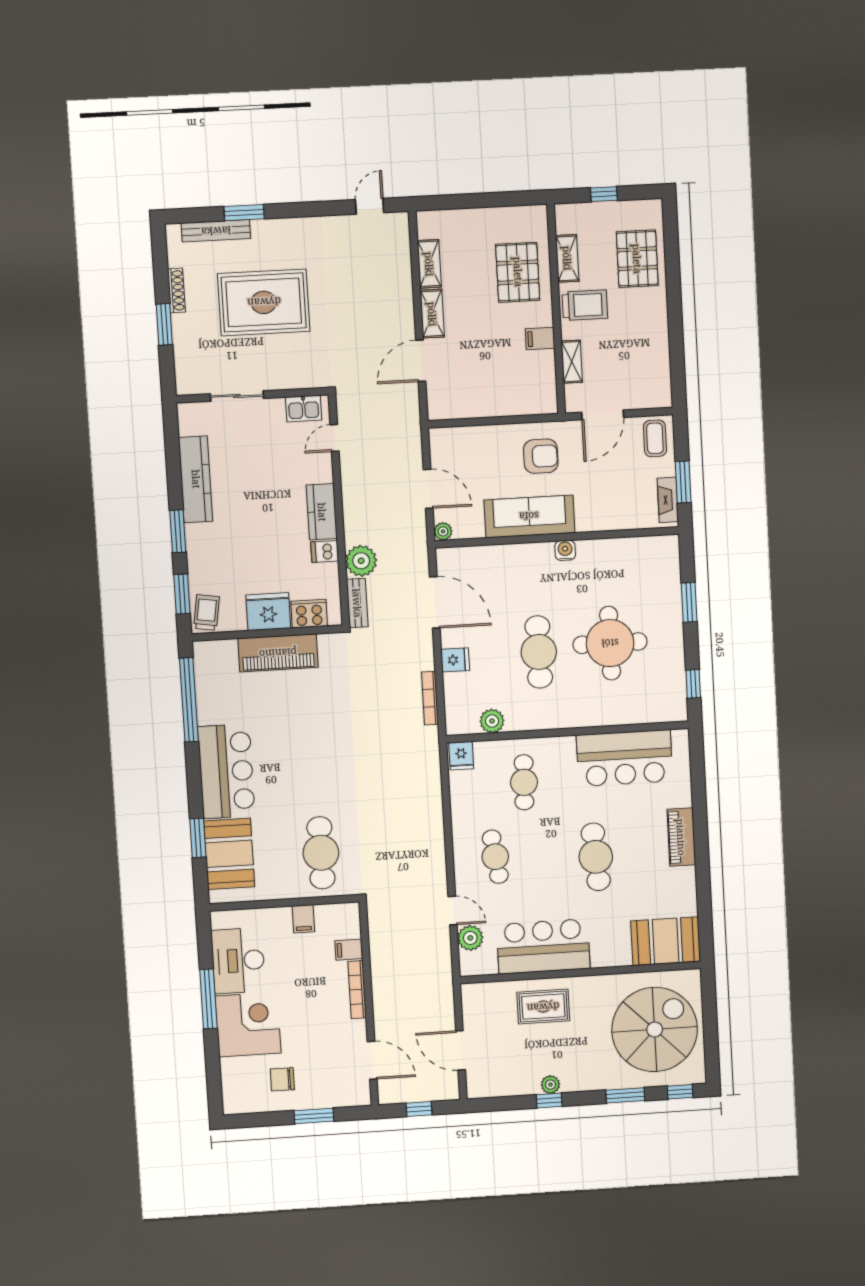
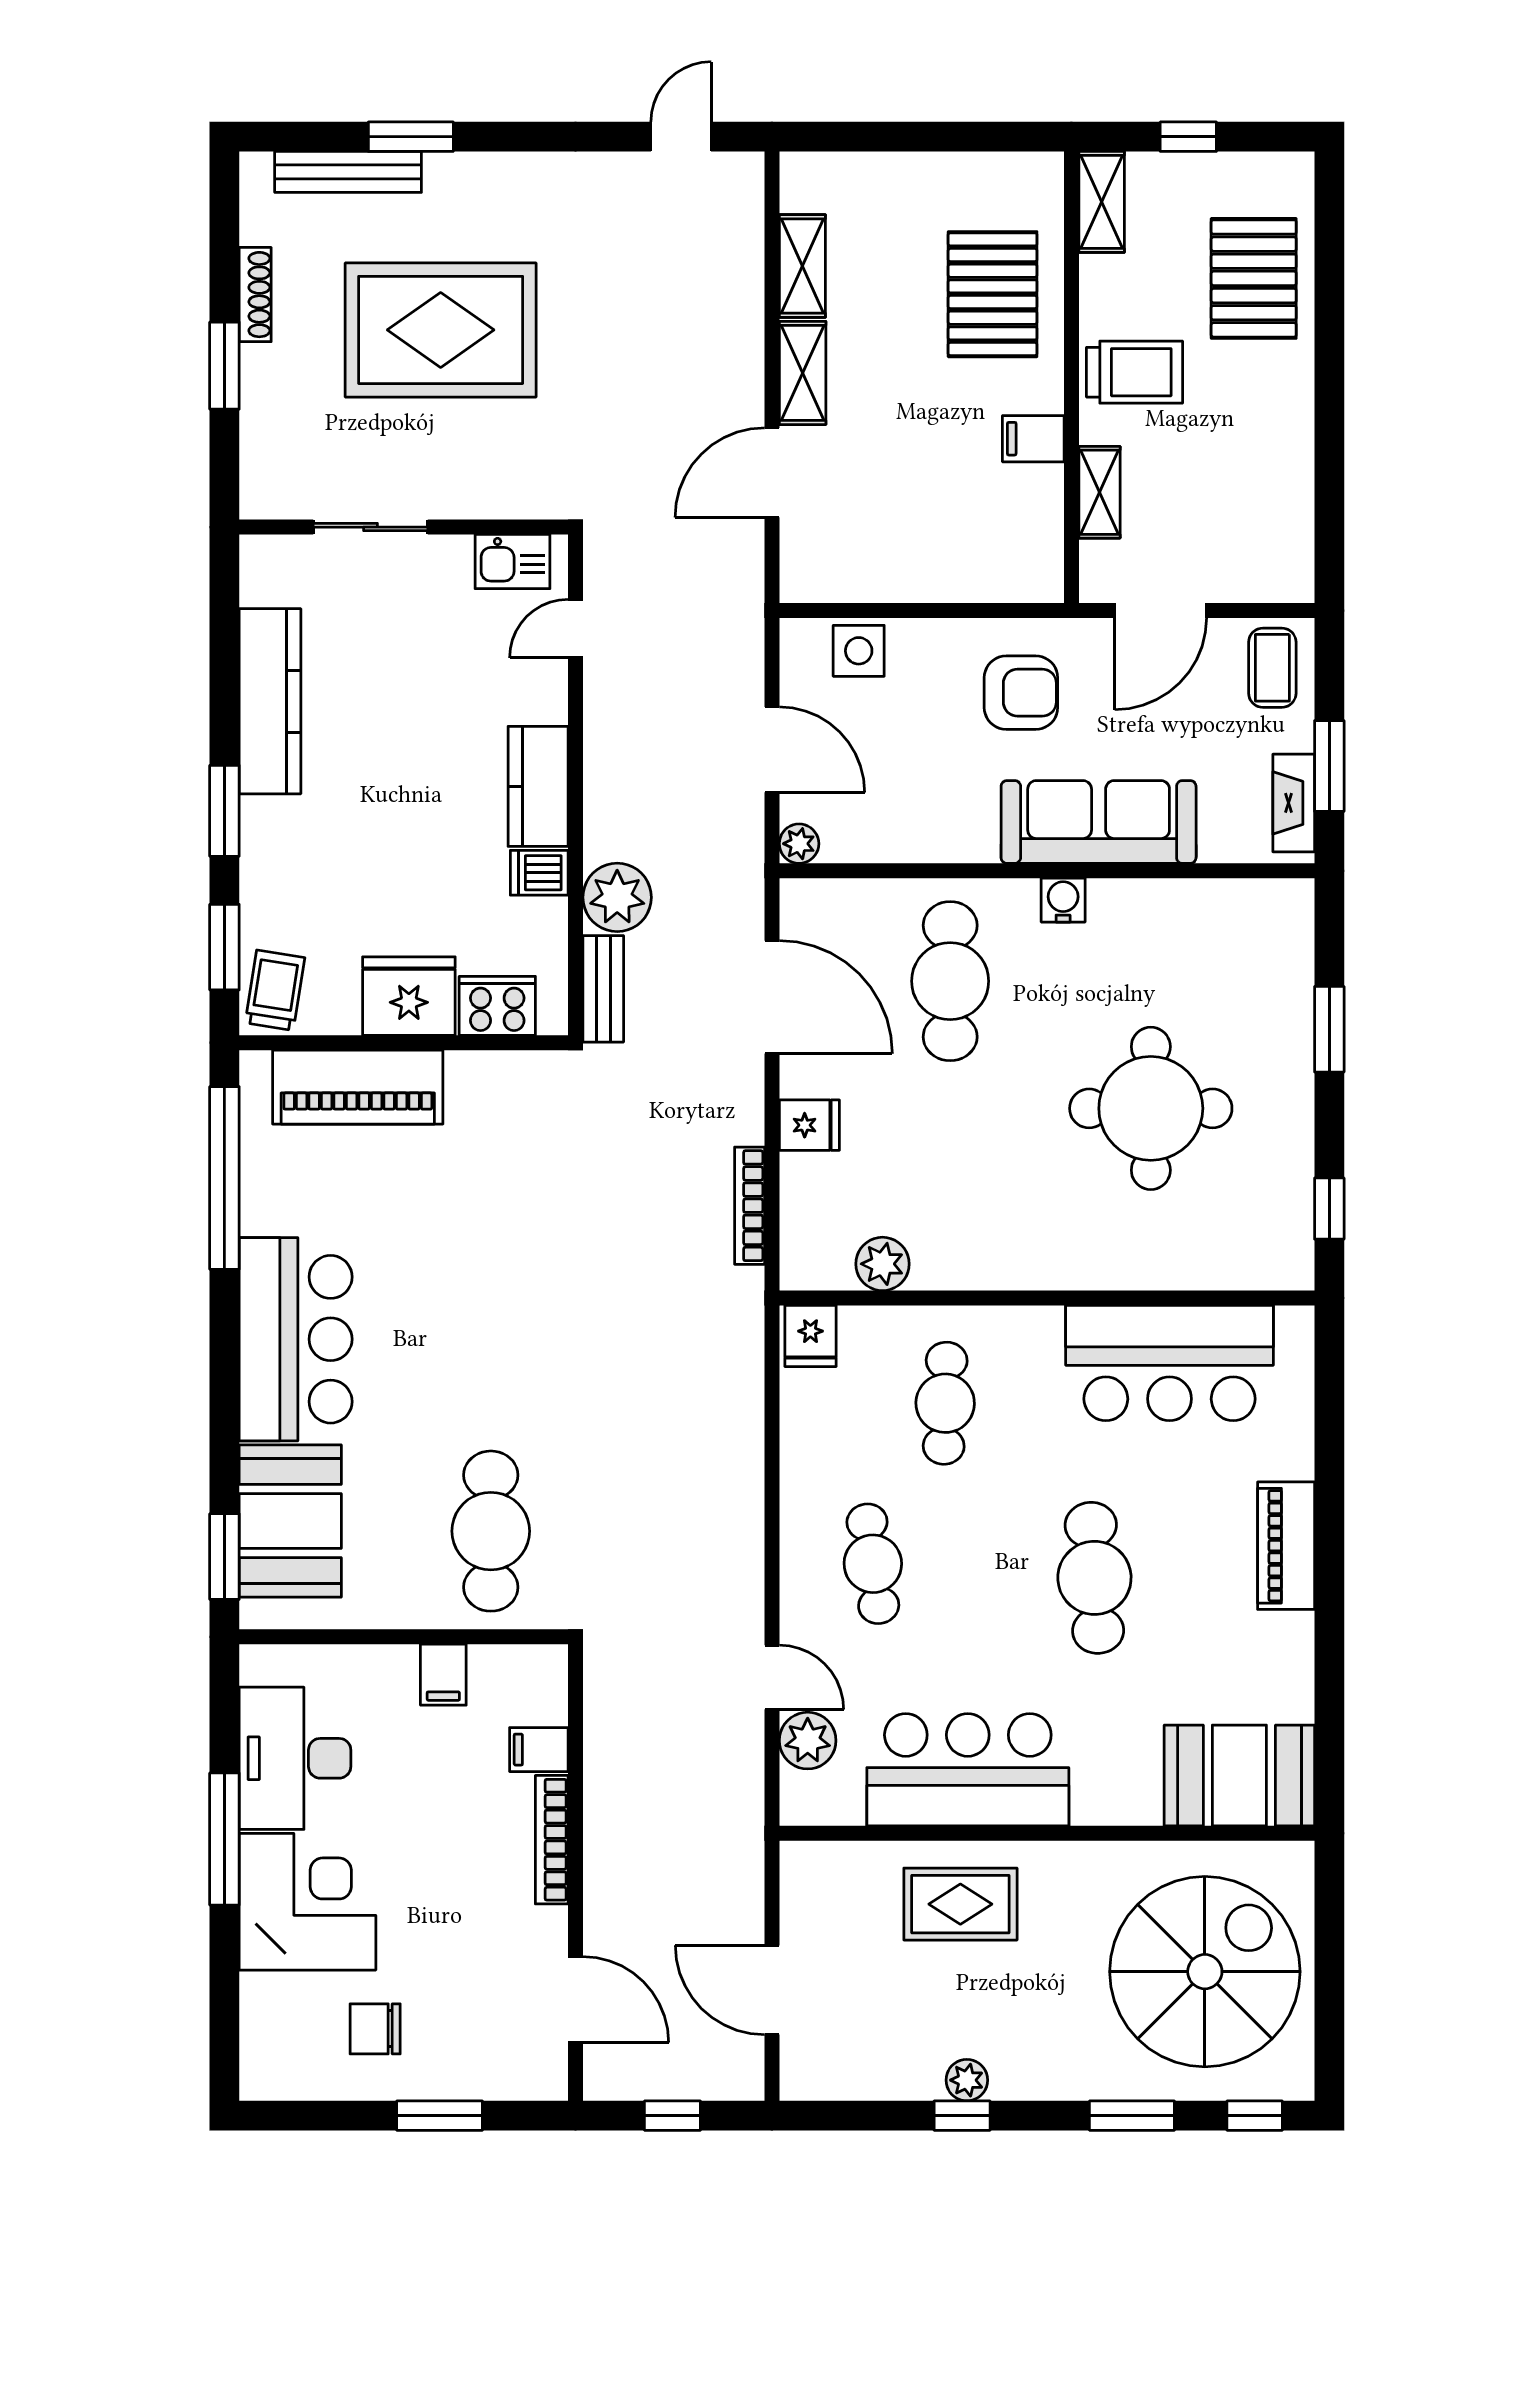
shelving: (567, 258) -> (1102, 202), moved
side table: (465, 441) -> (859, 651), added
sofa: (529, 516) -> (1099, 822), moved
cafe table: (539, 652) -> (950, 981), moved
piano: (278, 653) -> (358, 1087), moved
window: (198, 838) -> (224, 1557), moved

